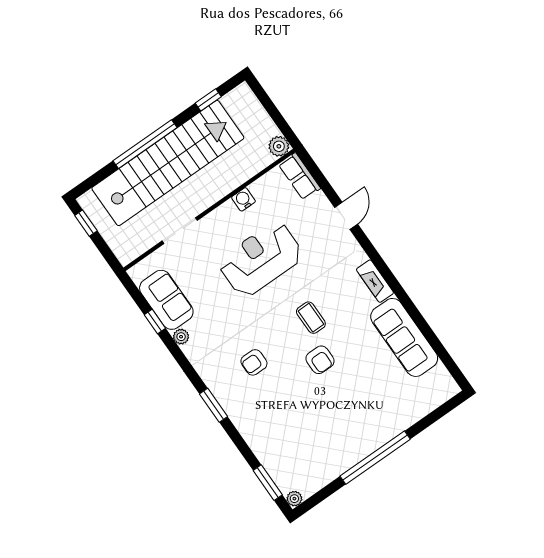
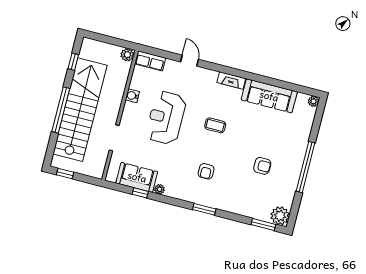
armchair: (320, 360) -> (262, 166), moved
plant: (451, 388) -> (313, 101), added
plant: (294, 499) -> (280, 216), width x1.88, depth x1.88

